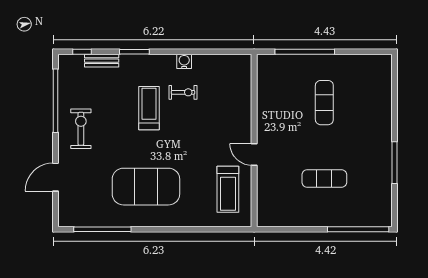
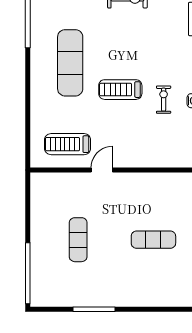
exercise bike: (183, 92) -> (164, 100), turned 180
treadmill: (149, 108) -> (120, 90), moved, turned 180
exercise mat: (146, 187) -> (70, 63), width x0.68

